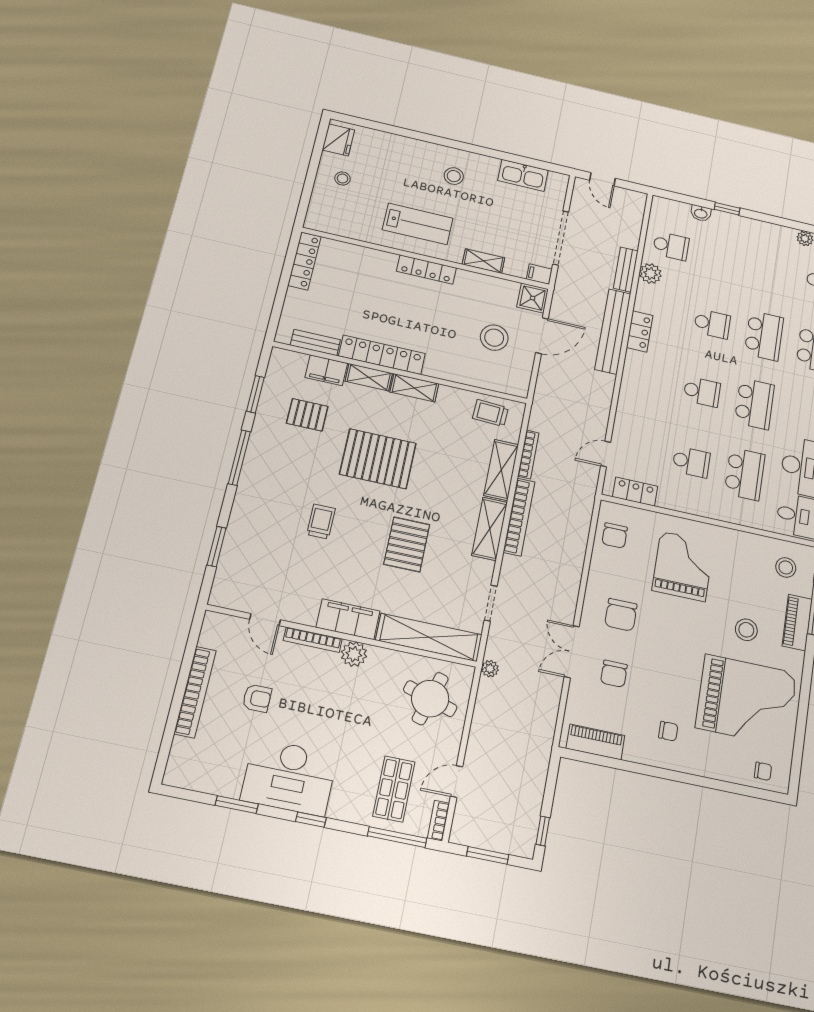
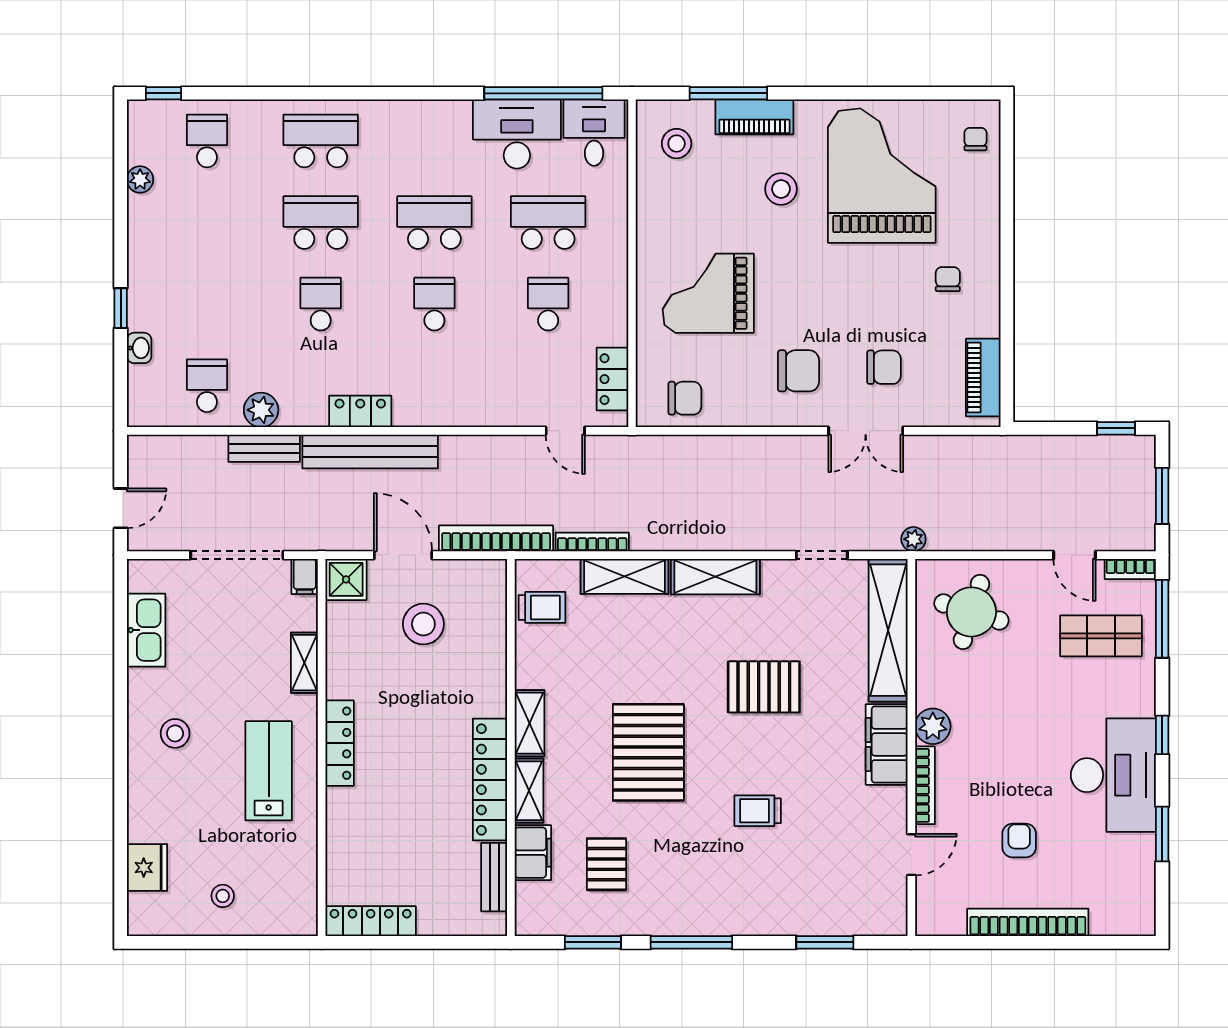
fridge: (338, 140) -> (147, 868), moved, turned 90
trolley: (491, 413) -> (542, 607), turned -93
bookcase: (519, 517) -> (496, 538), moved

